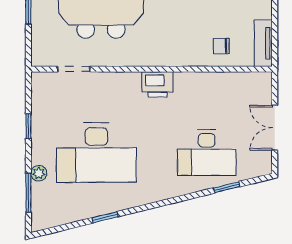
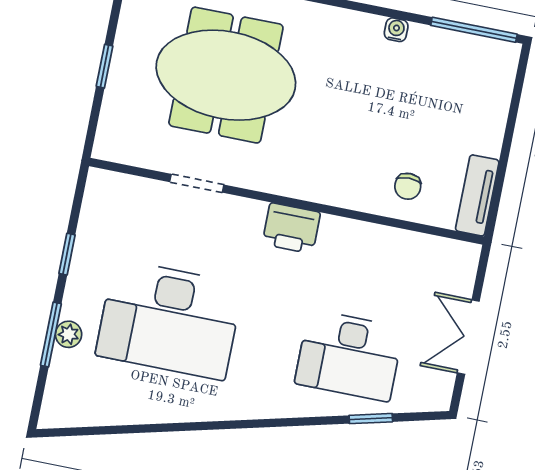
chair: (221, 46) -> (408, 186), turned -90
doorway: (74, 69) -> (197, 183), moved
window: (28, 193) -> (51, 335), moved
window: (105, 217) -> (162, 428), removed

